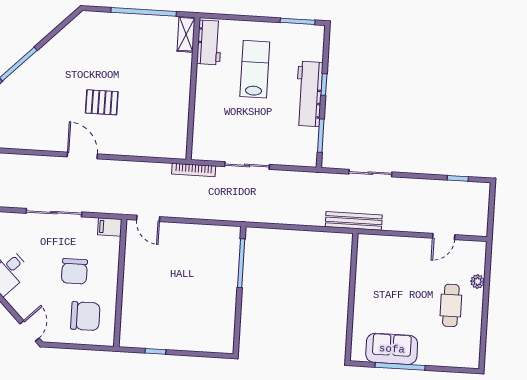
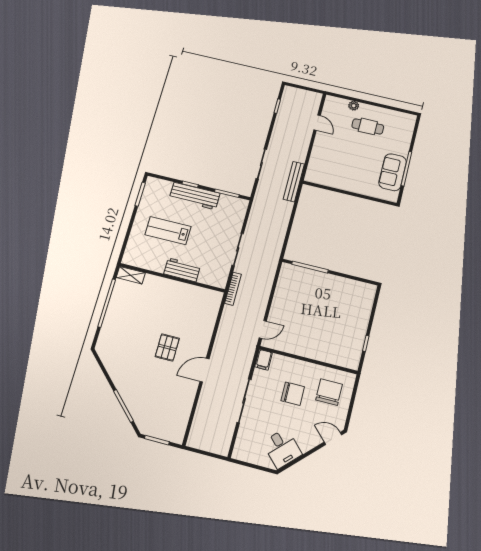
workbench: (209, 42) -> (182, 270), moved

